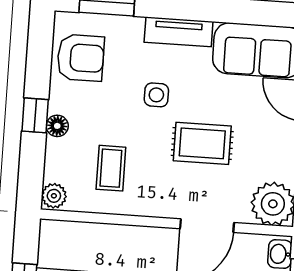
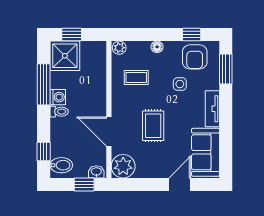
side table: (156, 95) -> (180, 84), moved
window: (35, 115) -> (192, 35), moved

